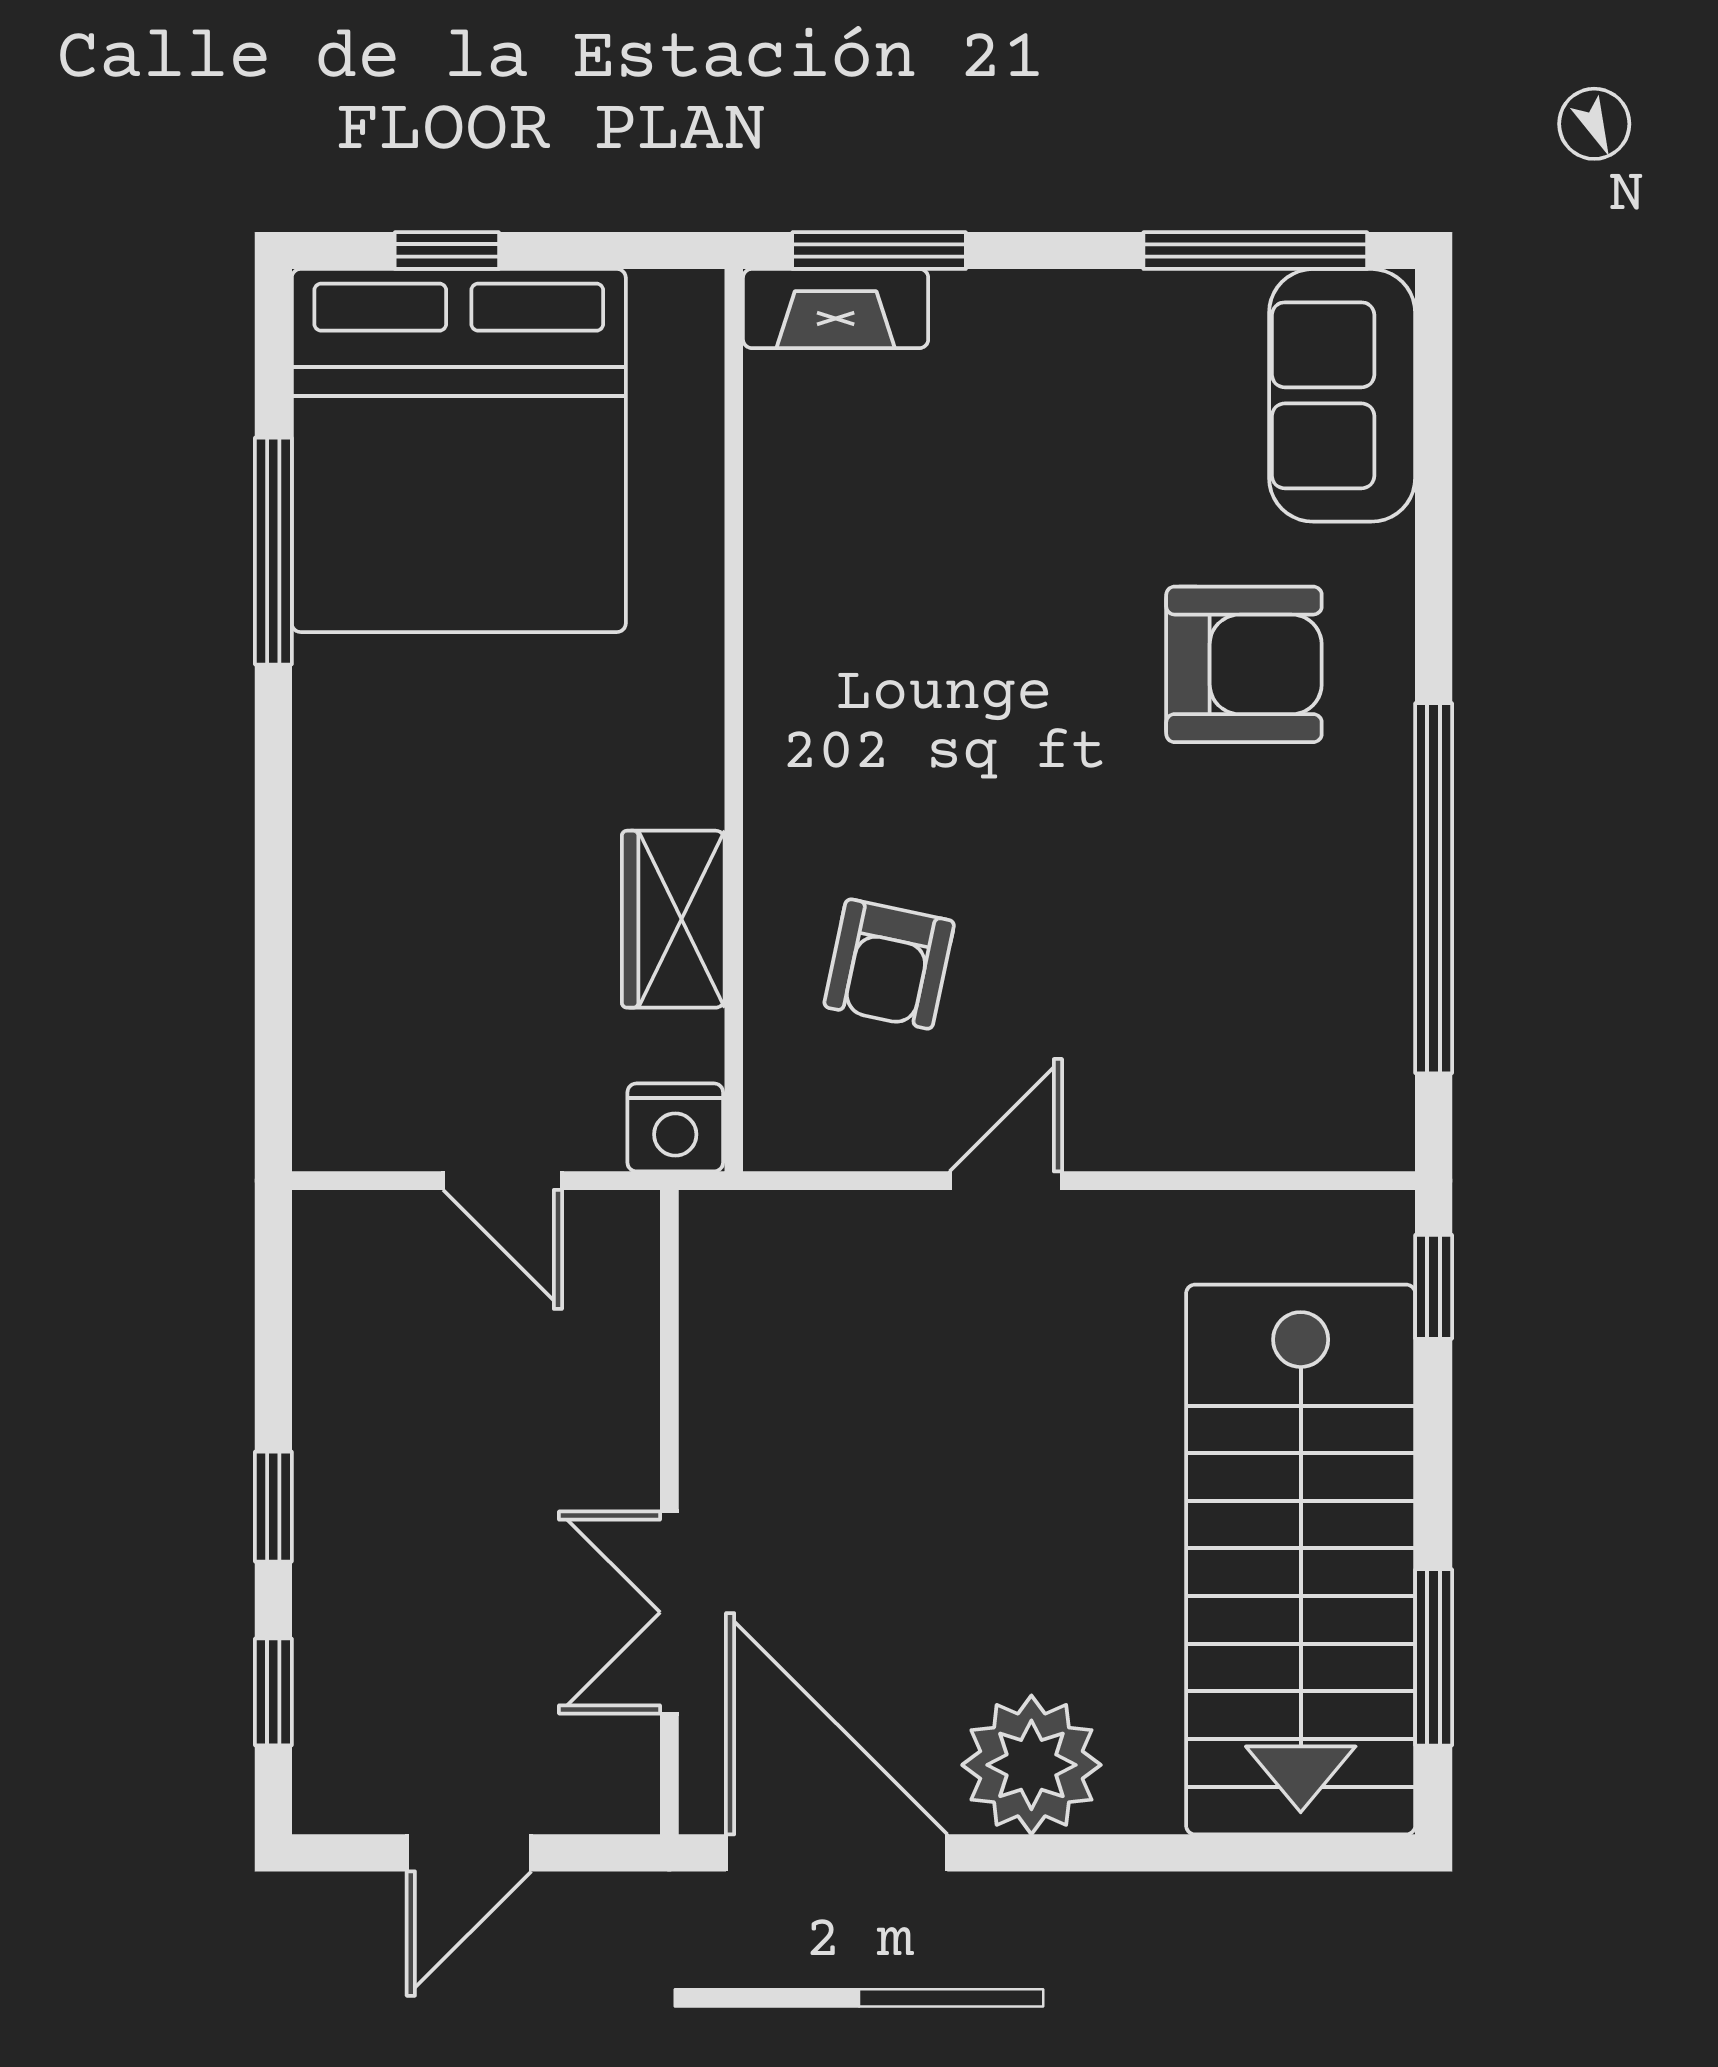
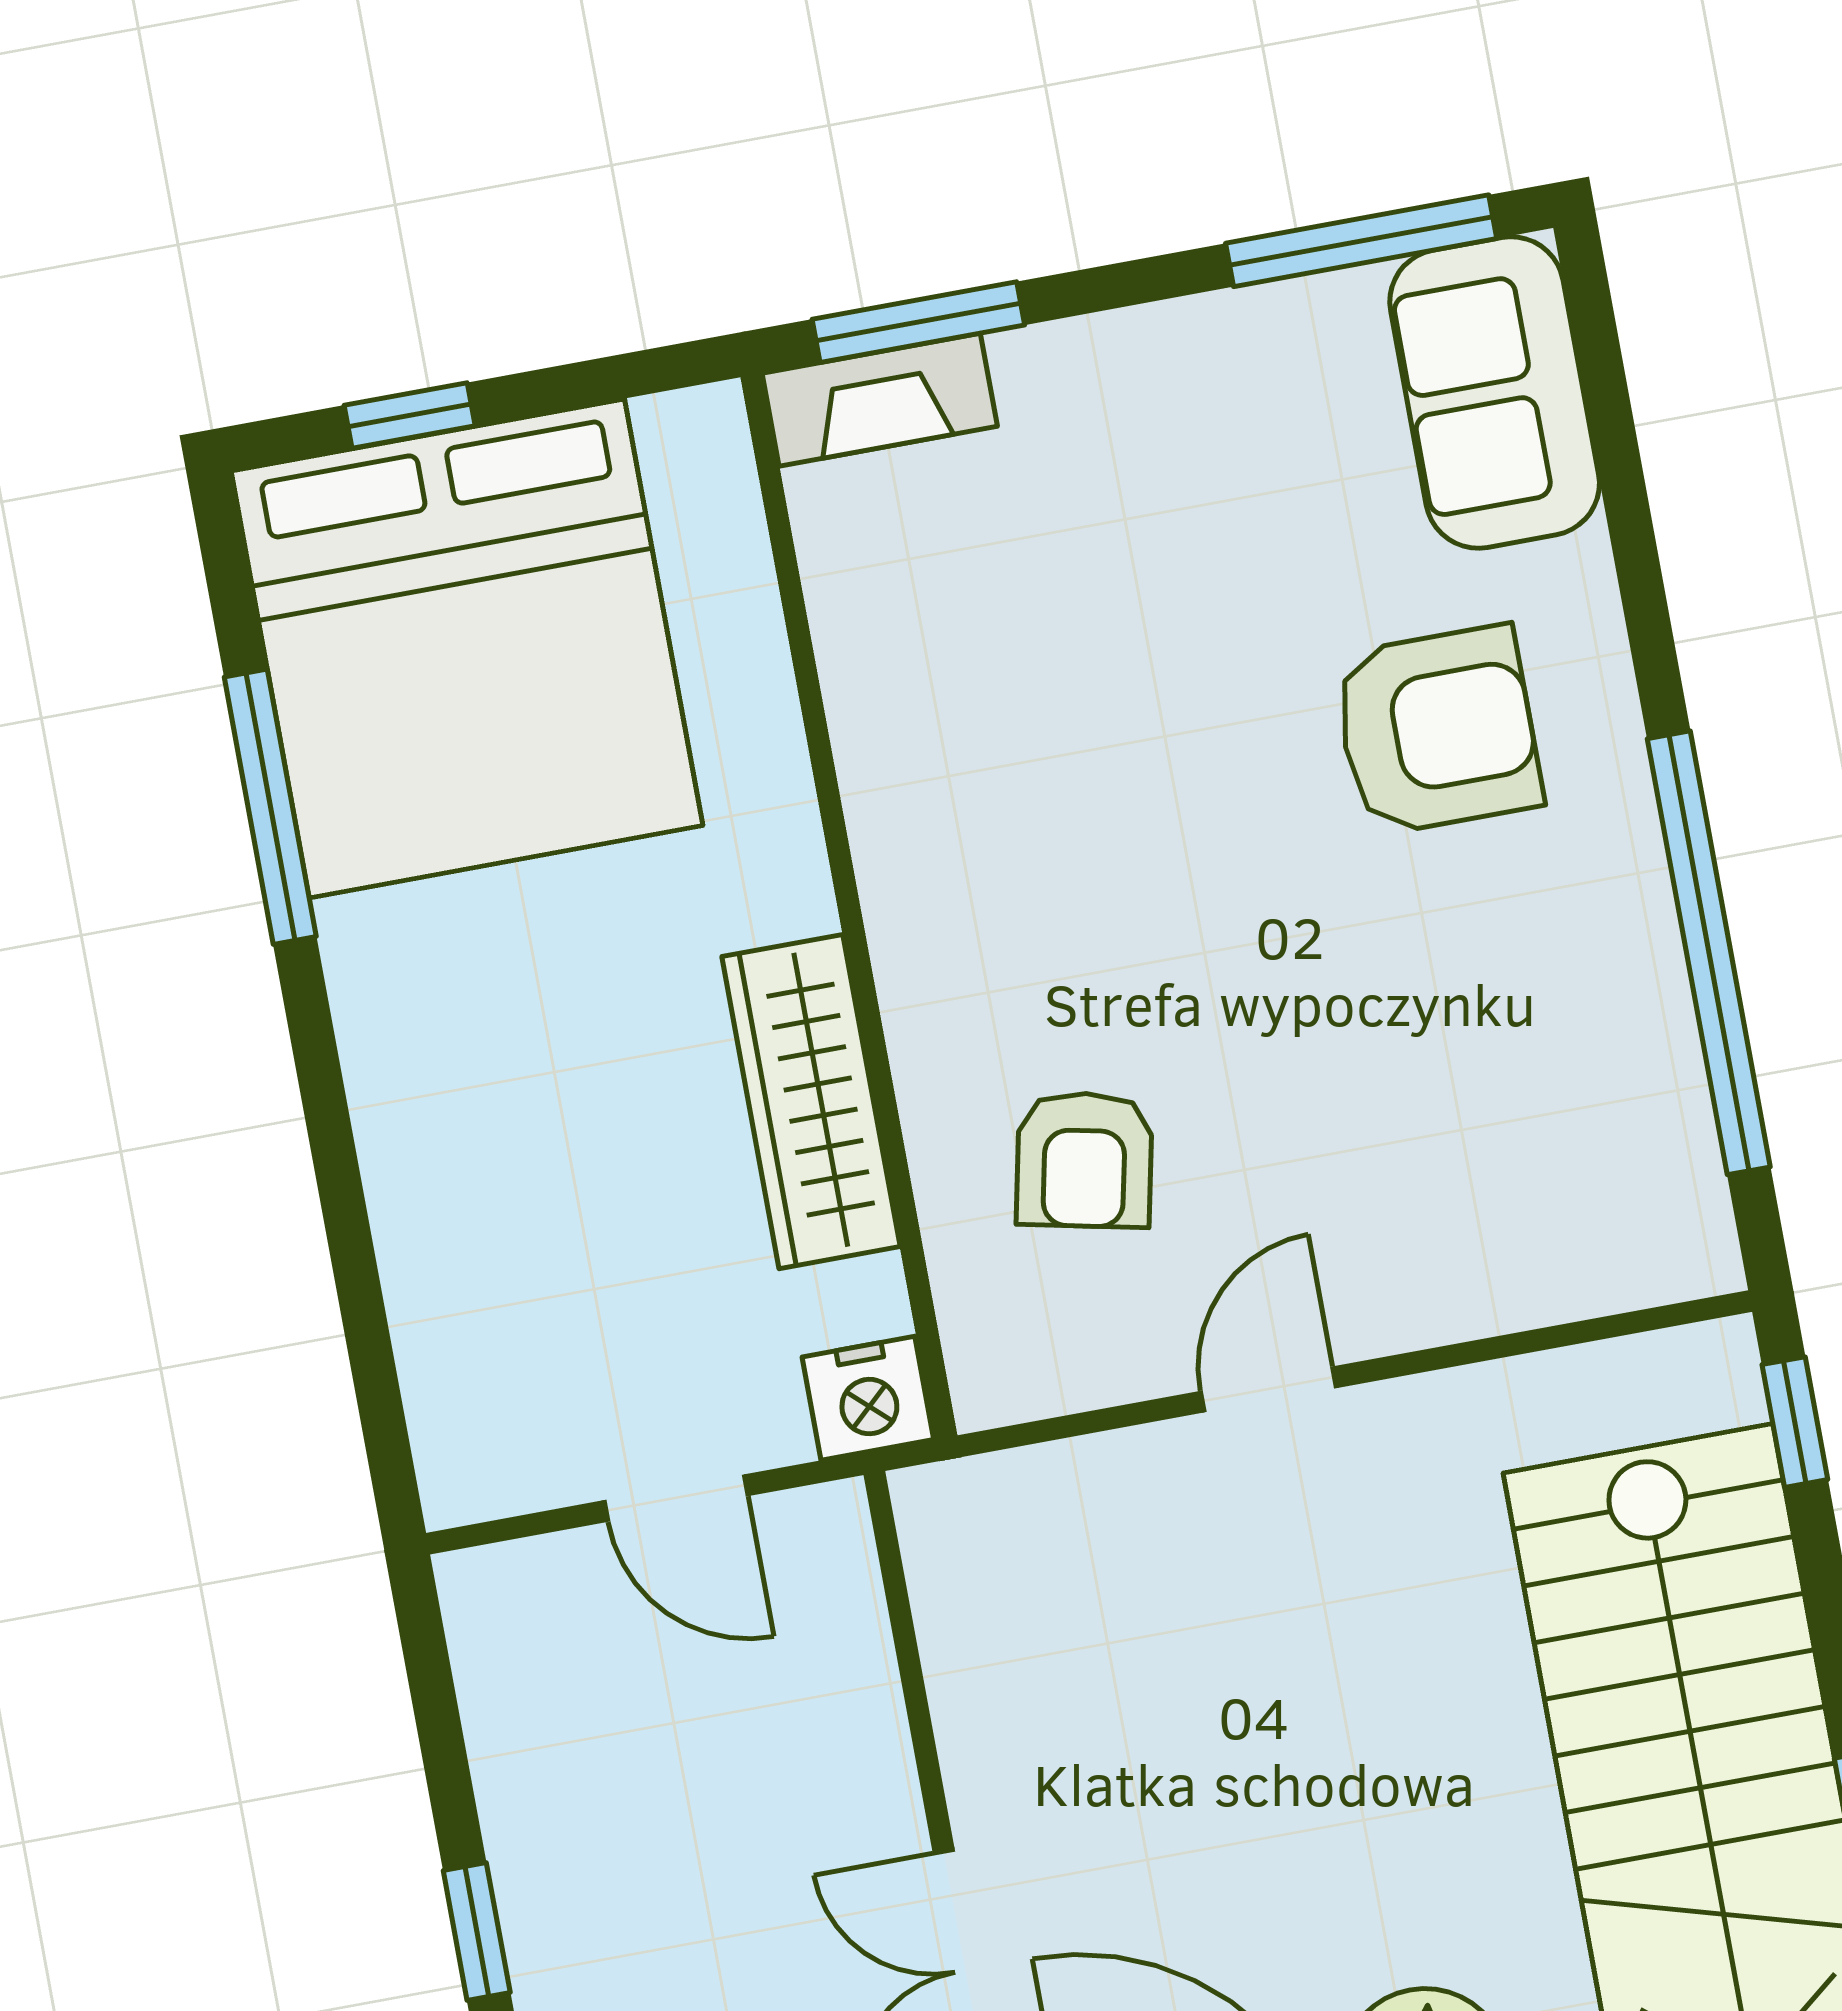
wardrobe: (673, 919) -> (811, 1102), width x1.50

